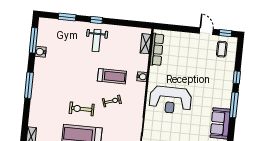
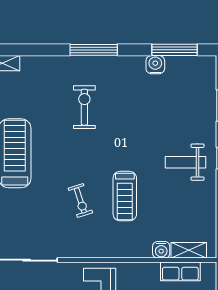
row of seats: (157, 50) -> (180, 271), width x0.68
water cooler: (142, 77) -> (161, 250), moved
exercise bike: (82, 109) -> (84, 107), moved

